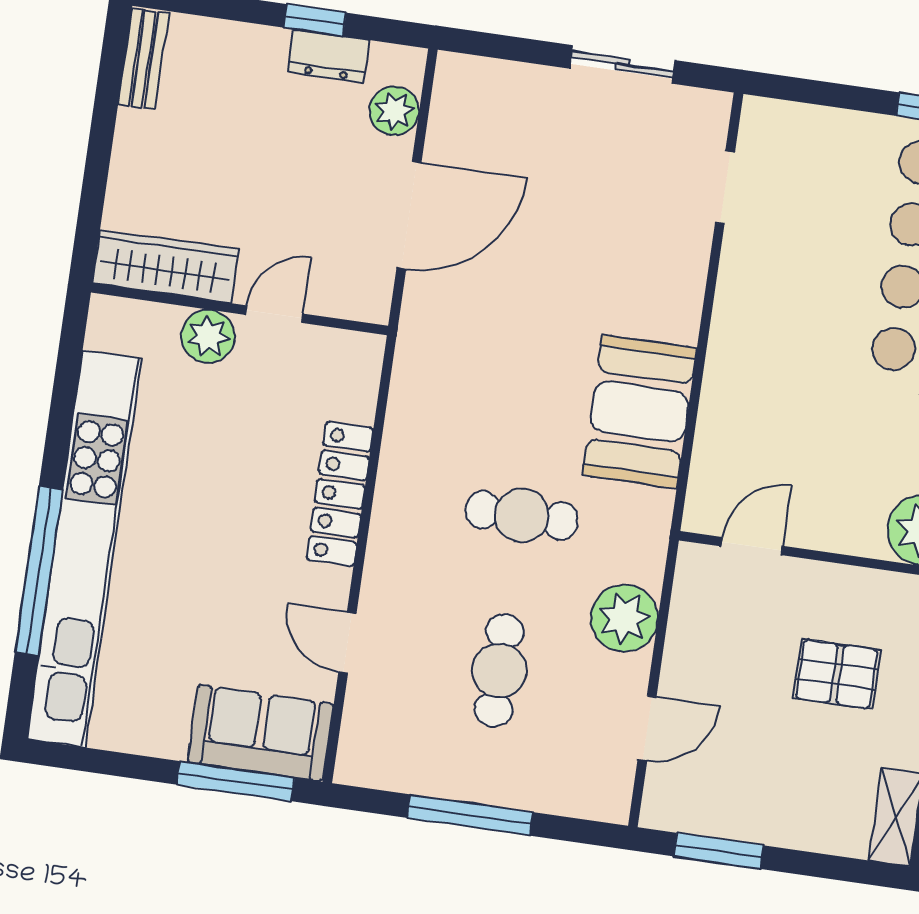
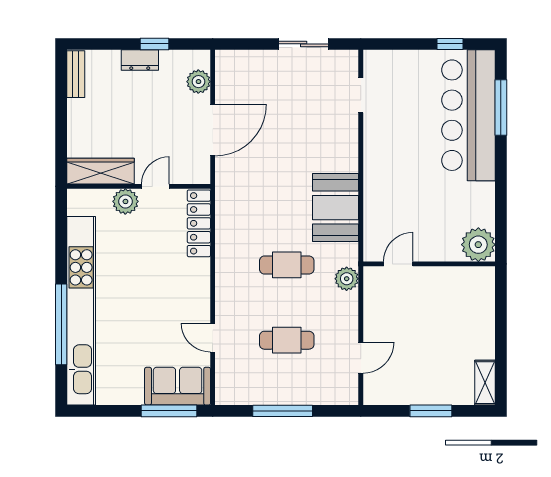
dresser: (328, 56) -> (140, 60), moved
locker: (340, 494) -> (199, 223), moved
plant: (624, 618) -> (347, 279), moved, width x0.73, depth x0.73
cafe table: (499, 670) -> (287, 340), turned 90
pallet: (837, 674) -> (447, 319), removed
window: (719, 851) -> (431, 411), moved

